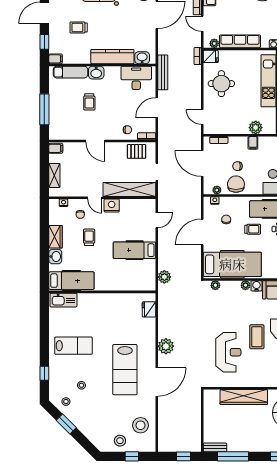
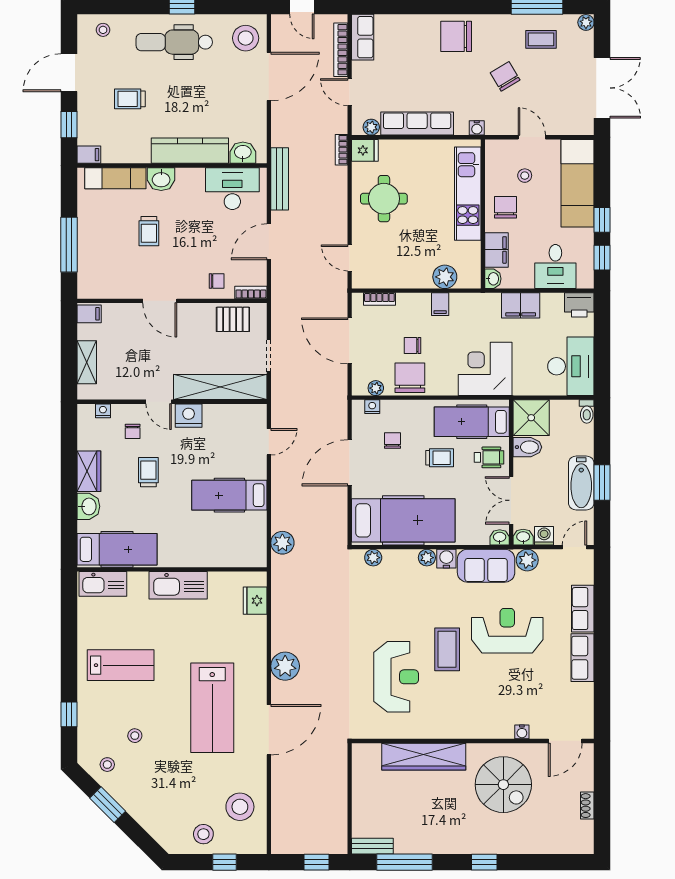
kitchen sink: (106, 301) -> (178, 585), added

